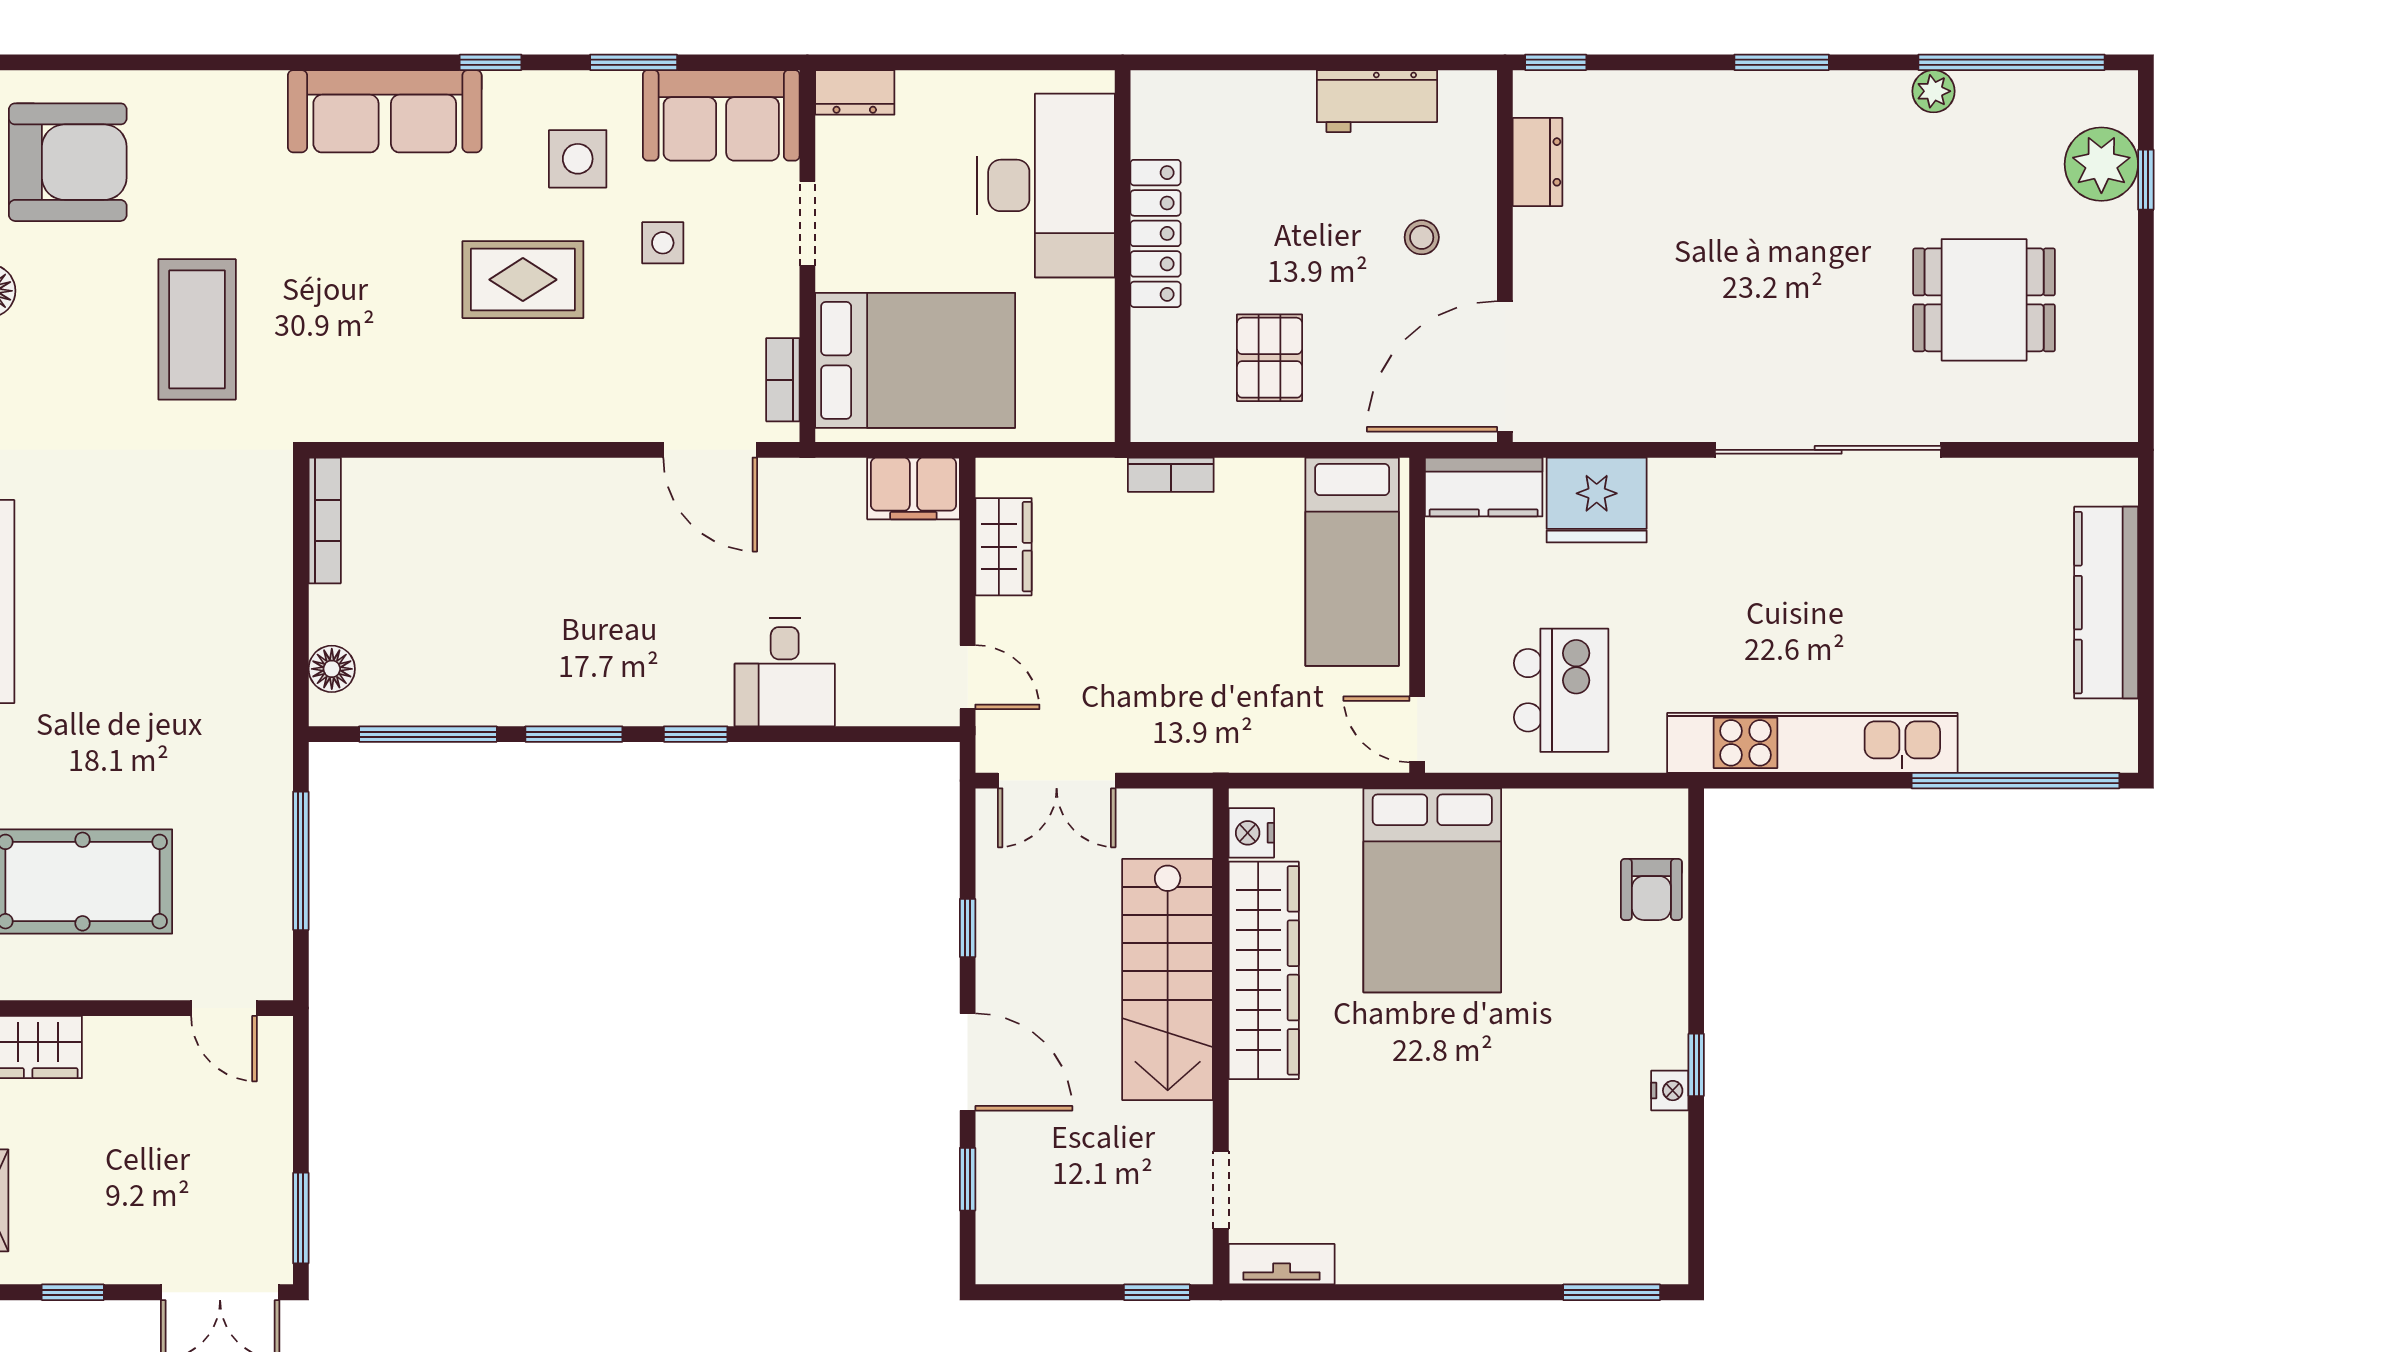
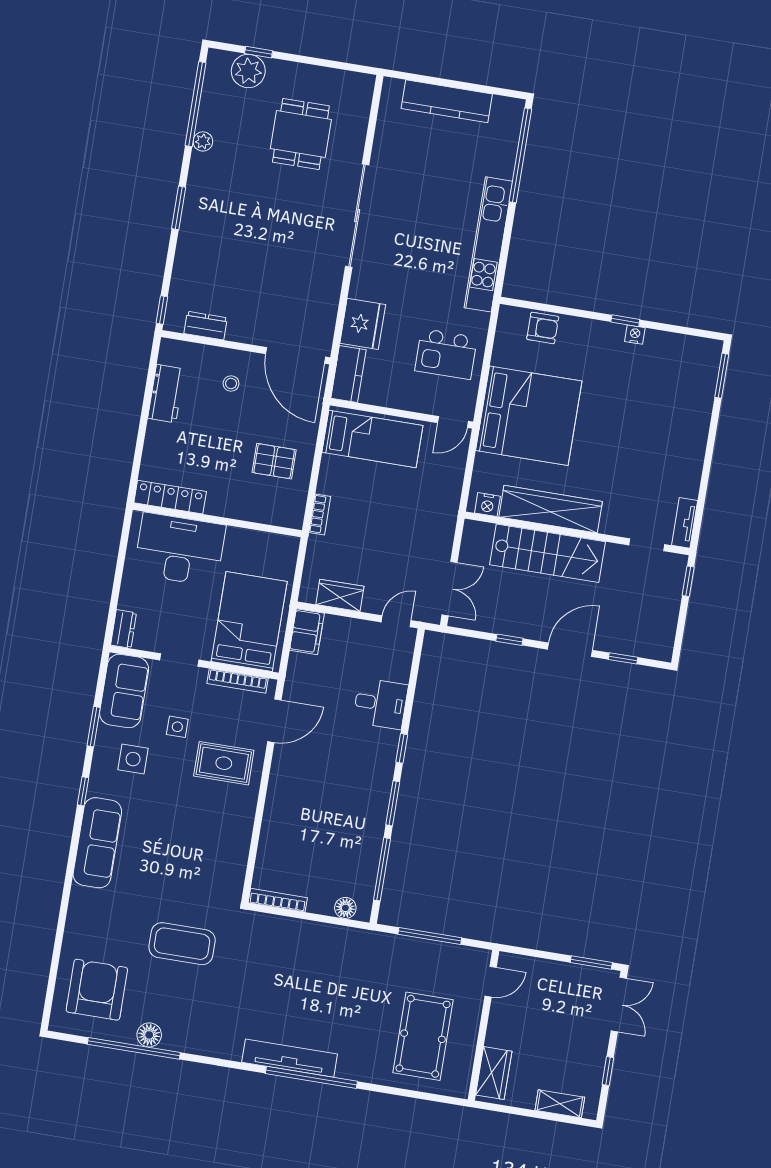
locker: (1156, 233) -> (170, 497), moved
rug: (523, 280) -> (224, 763), moved, turned 90
bookcase: (783, 380) -> (237, 681), width x1.56
kitchen island: (1561, 690) -> (446, 354), turned 180
bed: (1432, 890) -> (529, 416), width x1.36

